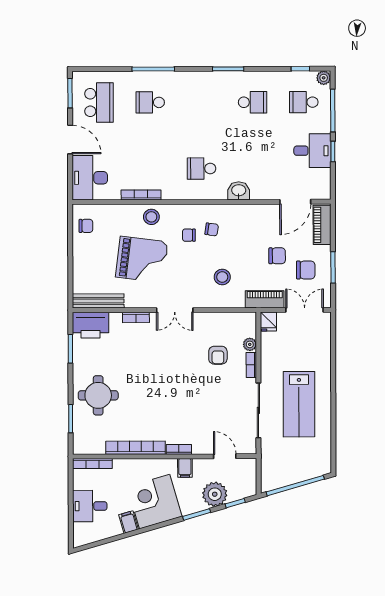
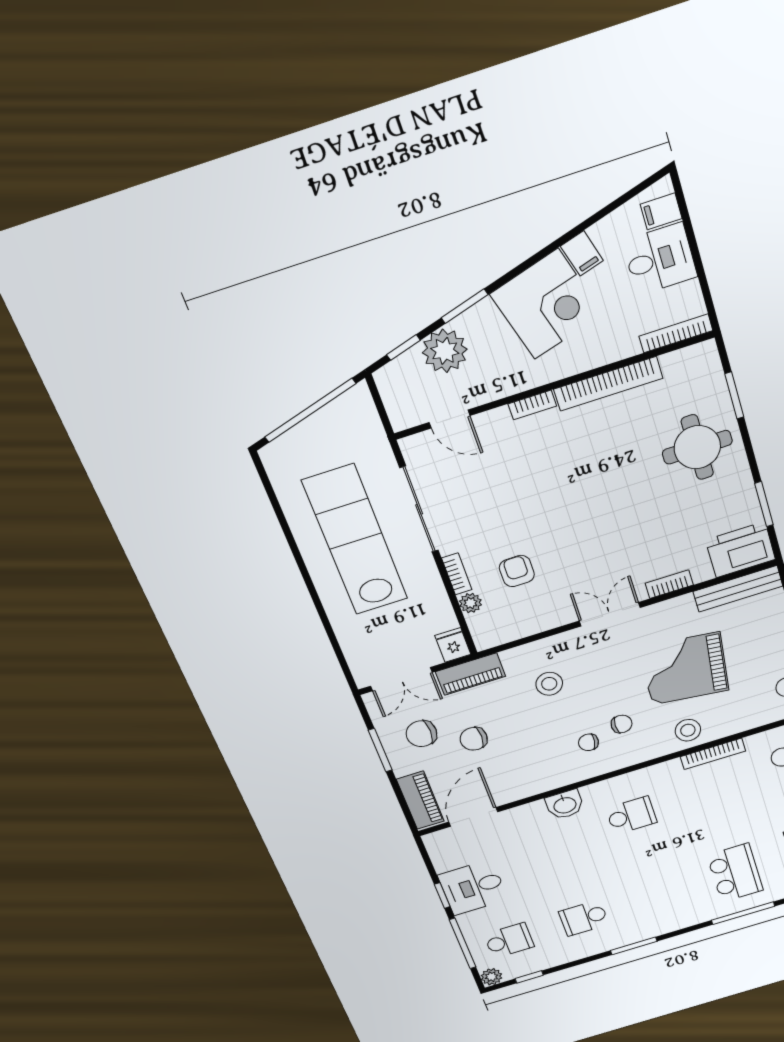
school desk: (150, 102) -> (735, 873), width x1.85
lab bench: (299, 404) -> (355, 540), width x1.36
filing cabinet: (185, 468) -> (661, 211), moved, turned -90

